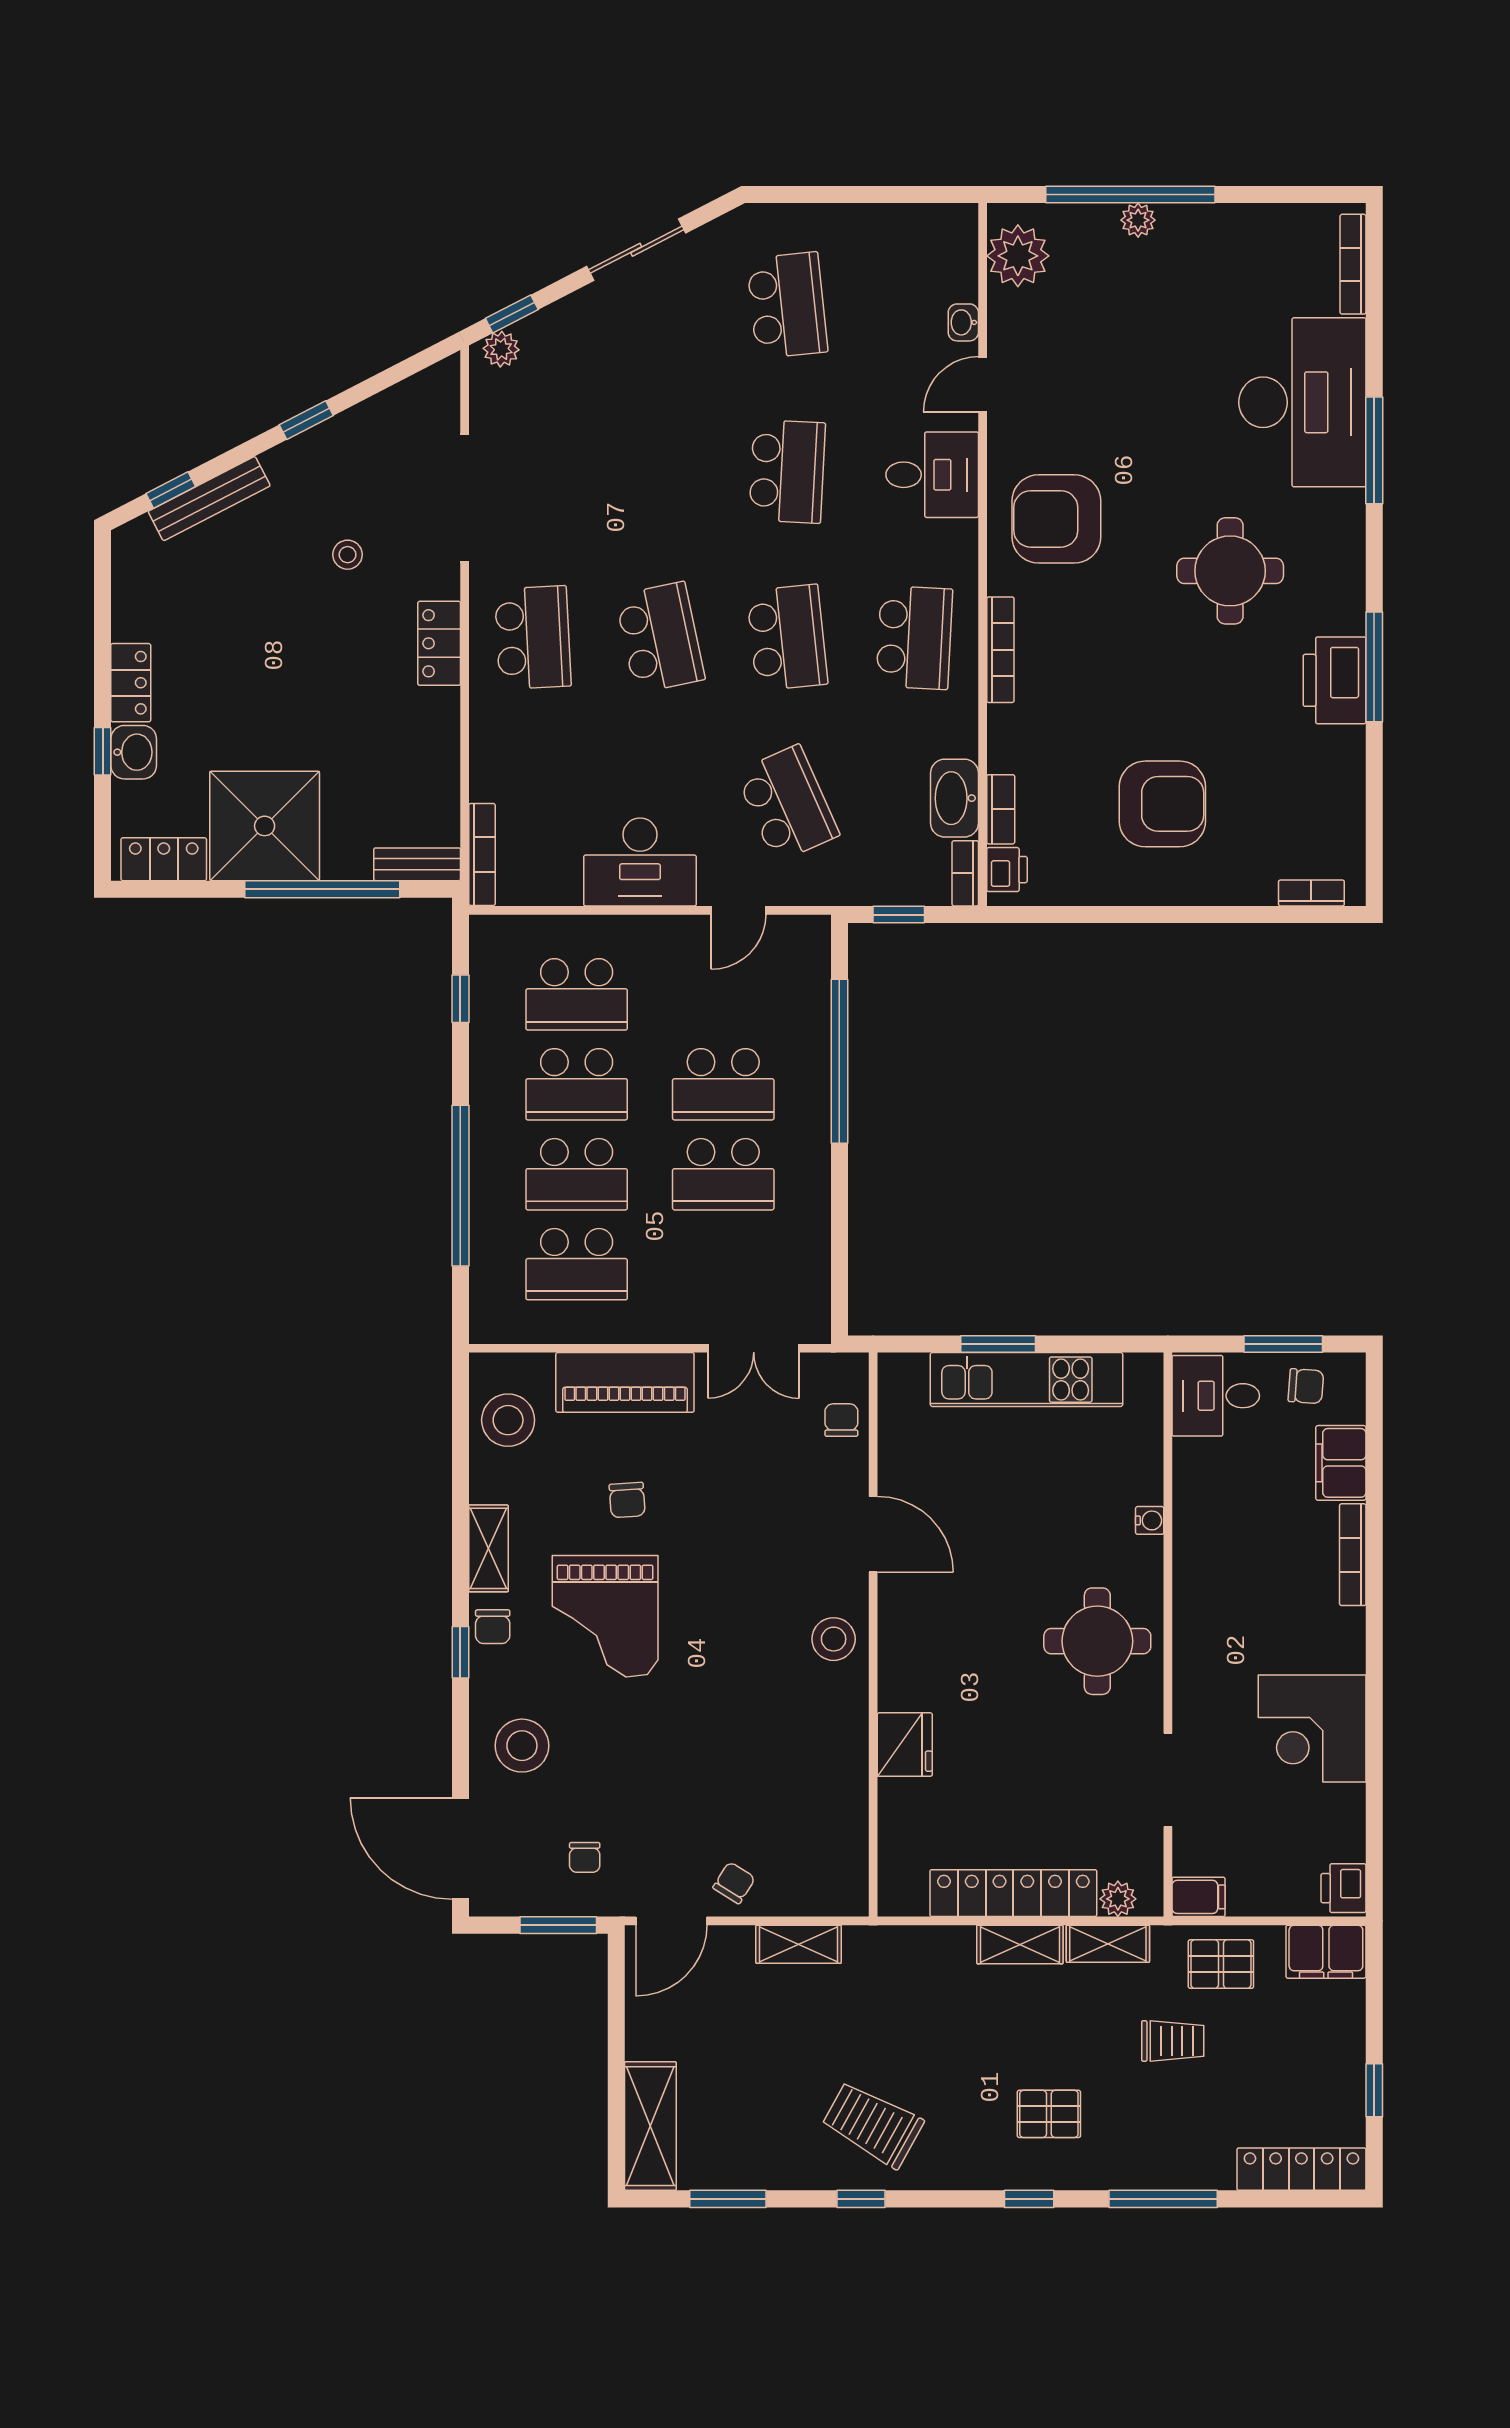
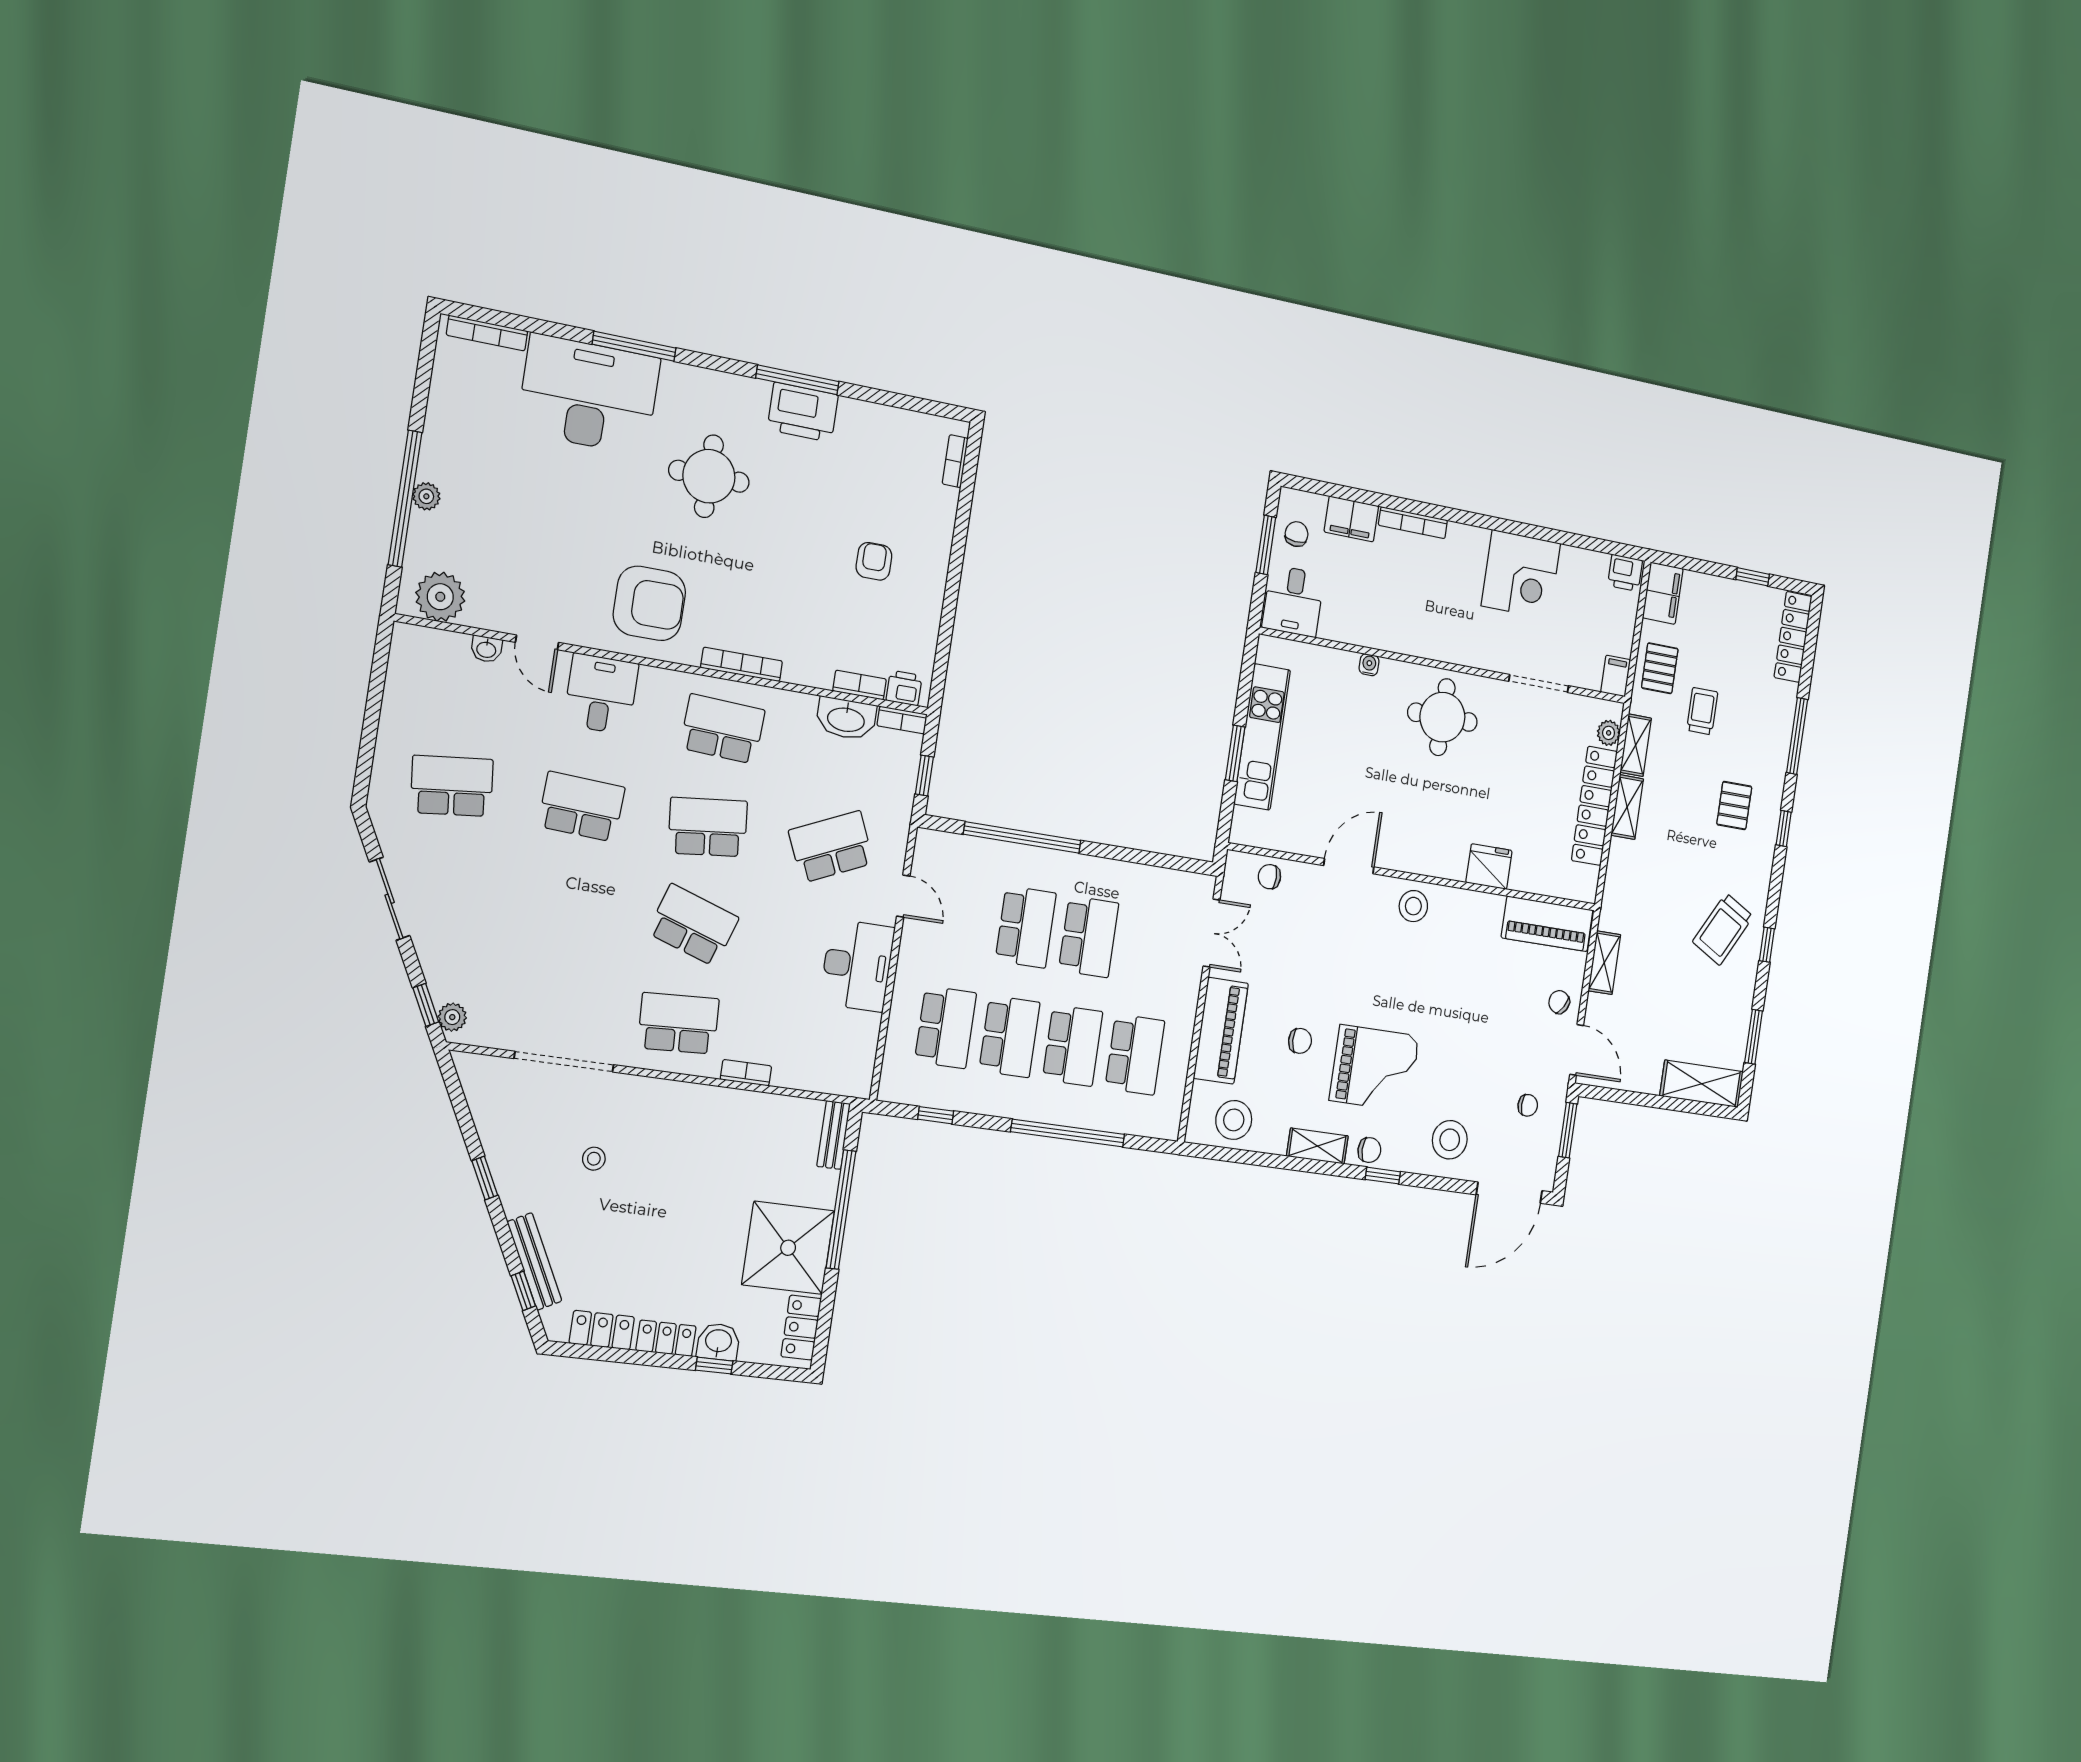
armchair: (1056, 519) -> (649, 603), turned -90
school desk: (660, 638) -> (693, 925), turned 30
locker: (439, 643) -> (602, 1330), moved, turned 180
armchair: (1162, 804) -> (874, 561), width x0.53, depth x0.53
bookcase: (482, 854) -> (746, 1073), moved, width x0.64
piano: (839, 1847) -> (1547, 924), added

